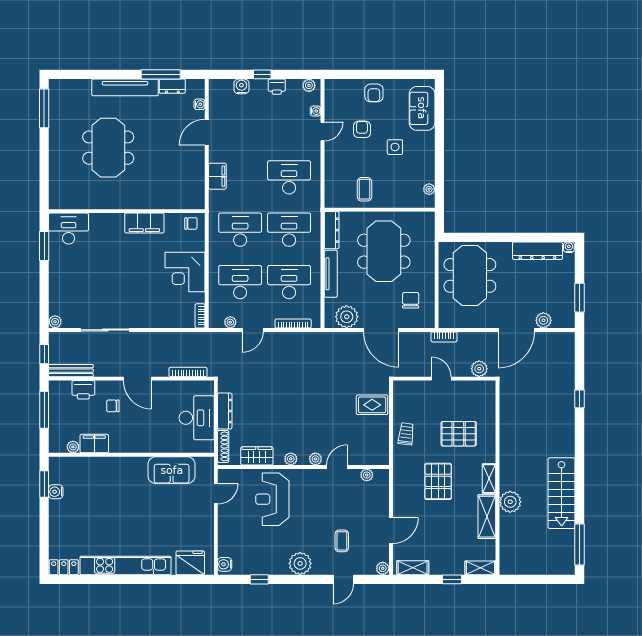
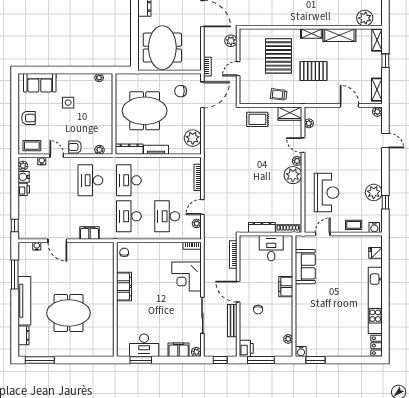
window: (262, 74) -> (15, 226), moved
dresser: (172, 86) -> (24, 335), moved
water cooler: (241, 86) -> (24, 177), moved
armchair: (362, 129) -> (75, 147), moved
coffee table: (365, 189) -> (32, 146), moved
plant: (331, 190) -> (100, 150), added
desk: (69, 229) -> (144, 345), moved, turned -90
corner desk: (185, 272) -> (186, 276), moved, turned 90
tv unit: (331, 274) -> (156, 150), width x0.71
meeting table: (470, 275) -> (162, 48), turned 90
desk: (289, 282) -> (167, 180), removed
filing cabinet: (58, 298) -> (179, 350), added
door: (253, 330) -> (202, 207), swing flipped
door: (381, 330) -> (202, 95), moved
bench: (71, 371) -> (232, 321), moved
door: (137, 379) -> (238, 292), swing flipped
printer: (83, 390) -> (246, 348), moved
rug: (372, 405) -> (257, 119), turned 90
desk: (197, 418) -> (271, 248), width x0.73
pallet: (459, 434) -> (278, 56), width x1.37, depth x1.41
filing cabinet: (94, 444) -> (286, 287), moved
wardrobe: (257, 456) -> (290, 114), moved, turned -90
plant: (291, 459) -> (293, 175), width x1.87, depth x1.87
water cooler: (56, 492) -> (301, 352), moved
door: (216, 494) -> (323, 234), hinge flipped
reception desk: (272, 499) -> (327, 193), turned -90
plant: (510, 502) -> (365, 18), moved
coffee table: (342, 541) -> (354, 225), moved
fridge: (190, 563) -> (375, 253), width x0.53, depth x0.75
plant: (300, 563) -> (374, 192), moved

